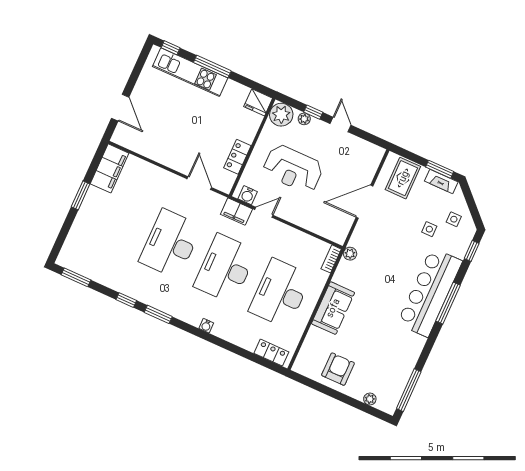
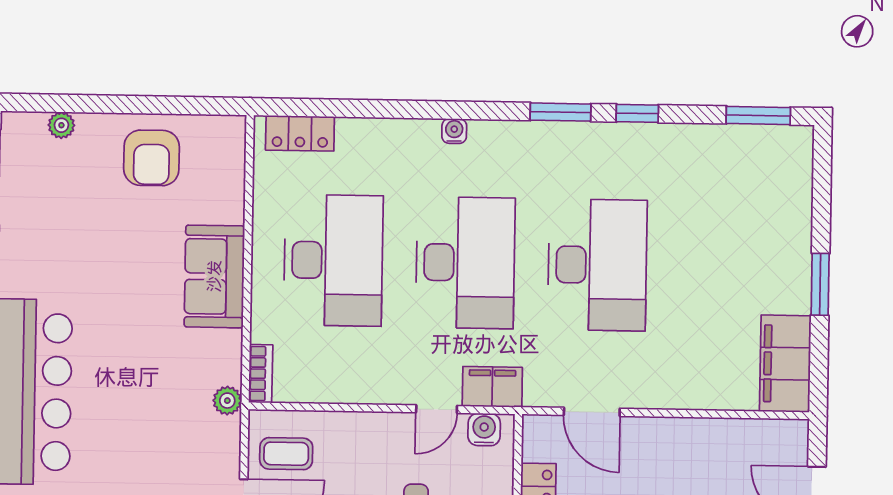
coffee table: (335, 221) -> (286, 454), added

